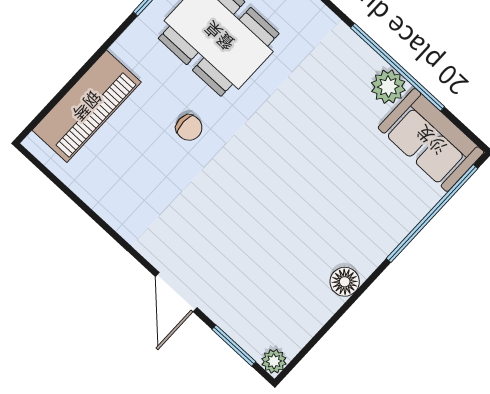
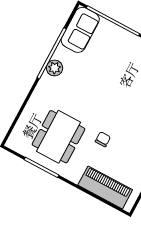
plant: (388, 87) -> (54, 68), moved

